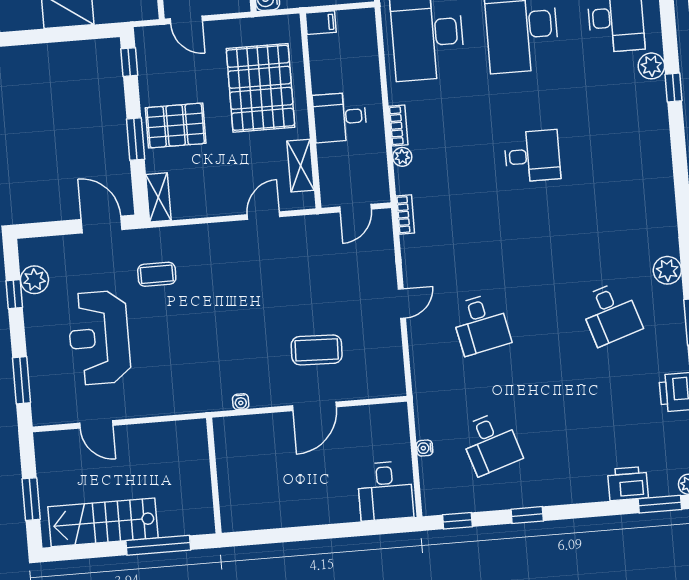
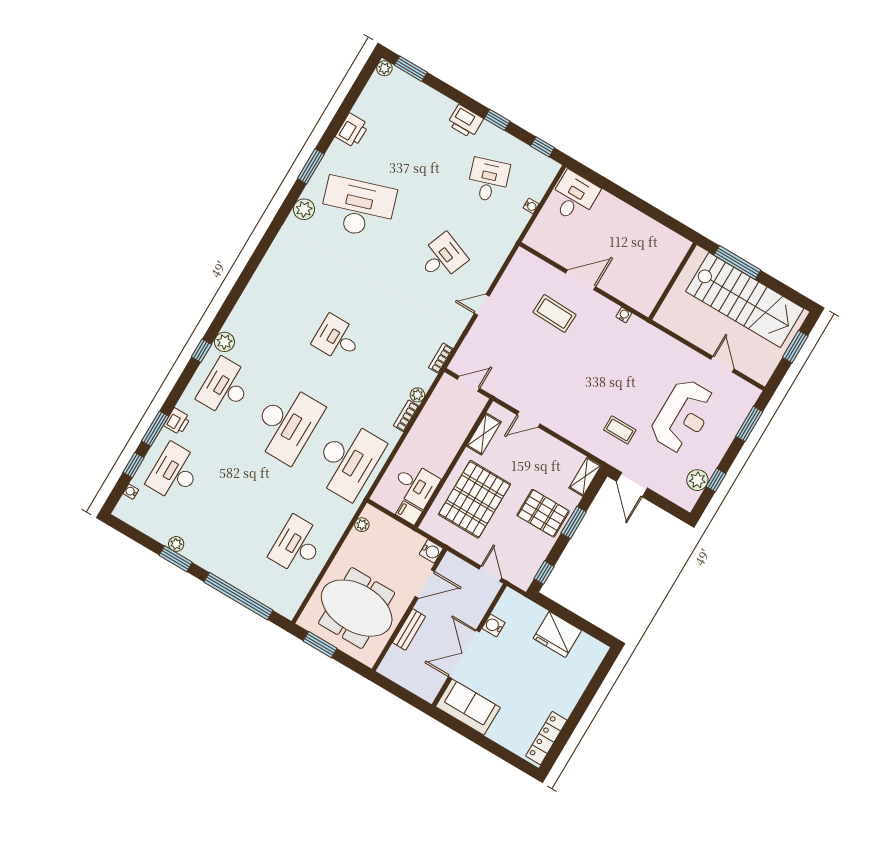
window: (674, 88) -> (201, 351), moved
desk: (340, 117) -> (416, 485), moved
desk: (610, 314) -> (358, 207), width x1.87, depth x1.30
desk: (481, 324) -> (442, 258), turned 33
printer: (628, 484) -> (465, 121), moved
stairs: (103, 522) -> (745, 300), width x1.36, depth x1.51

